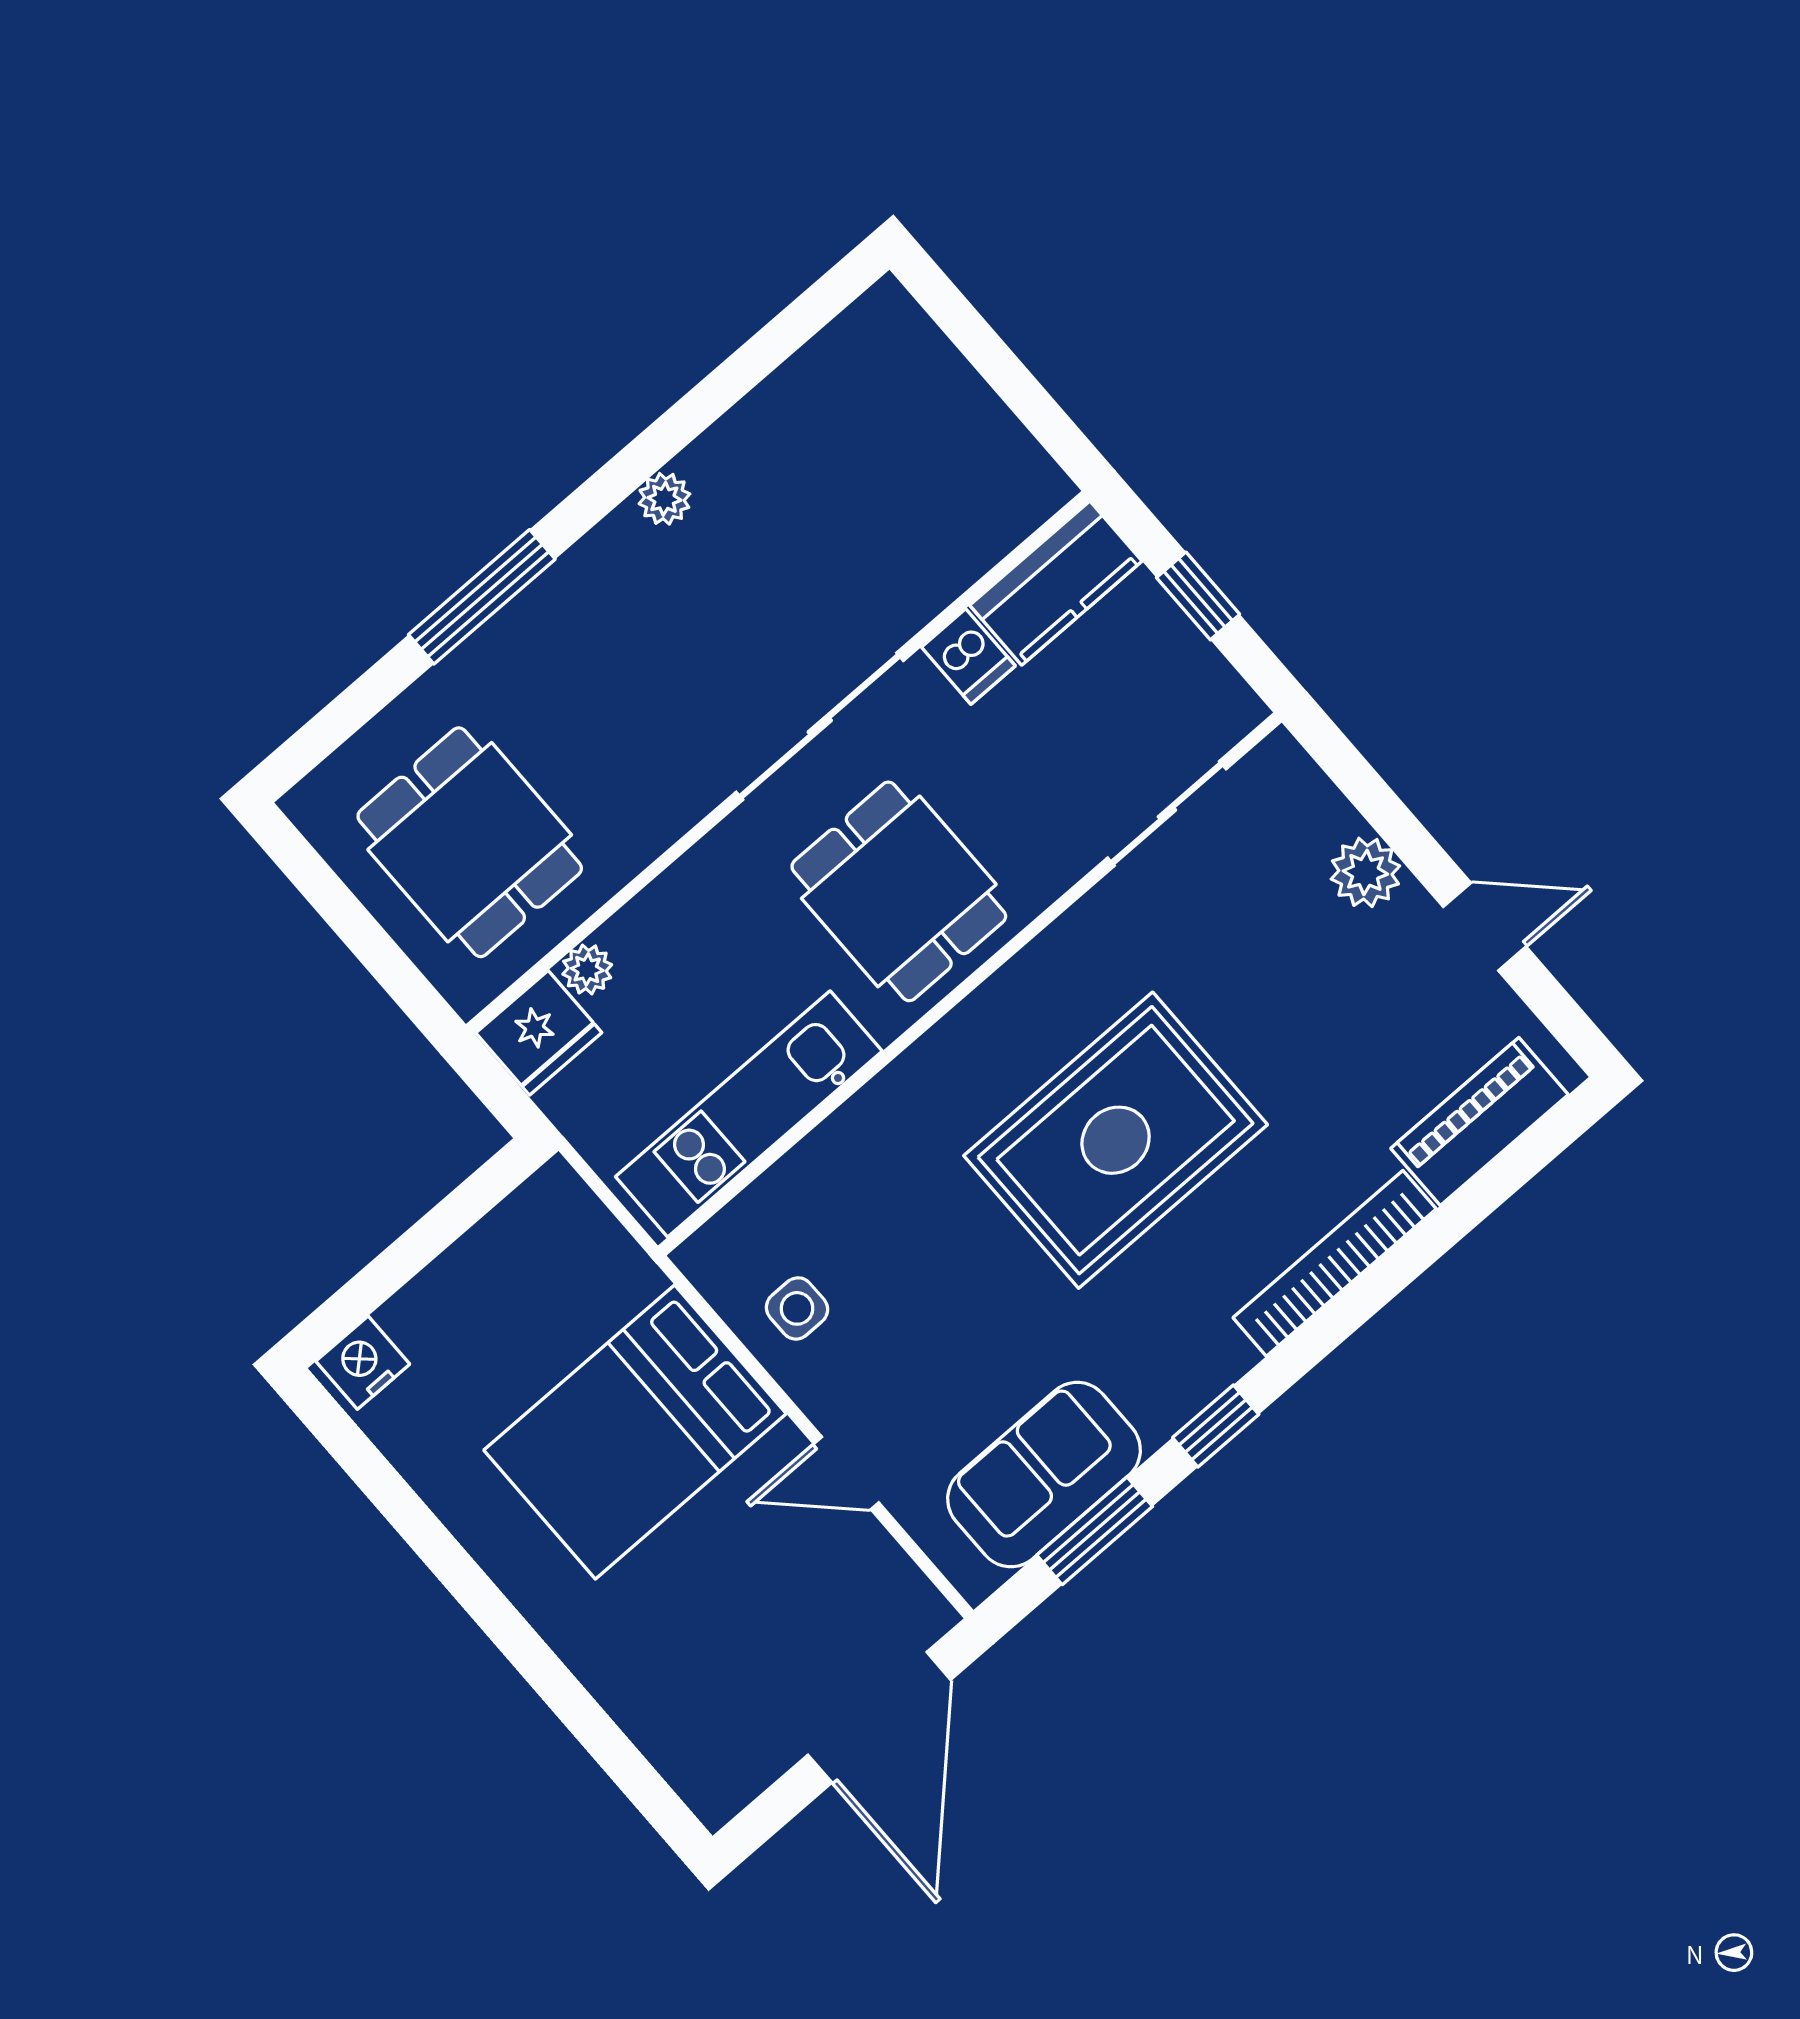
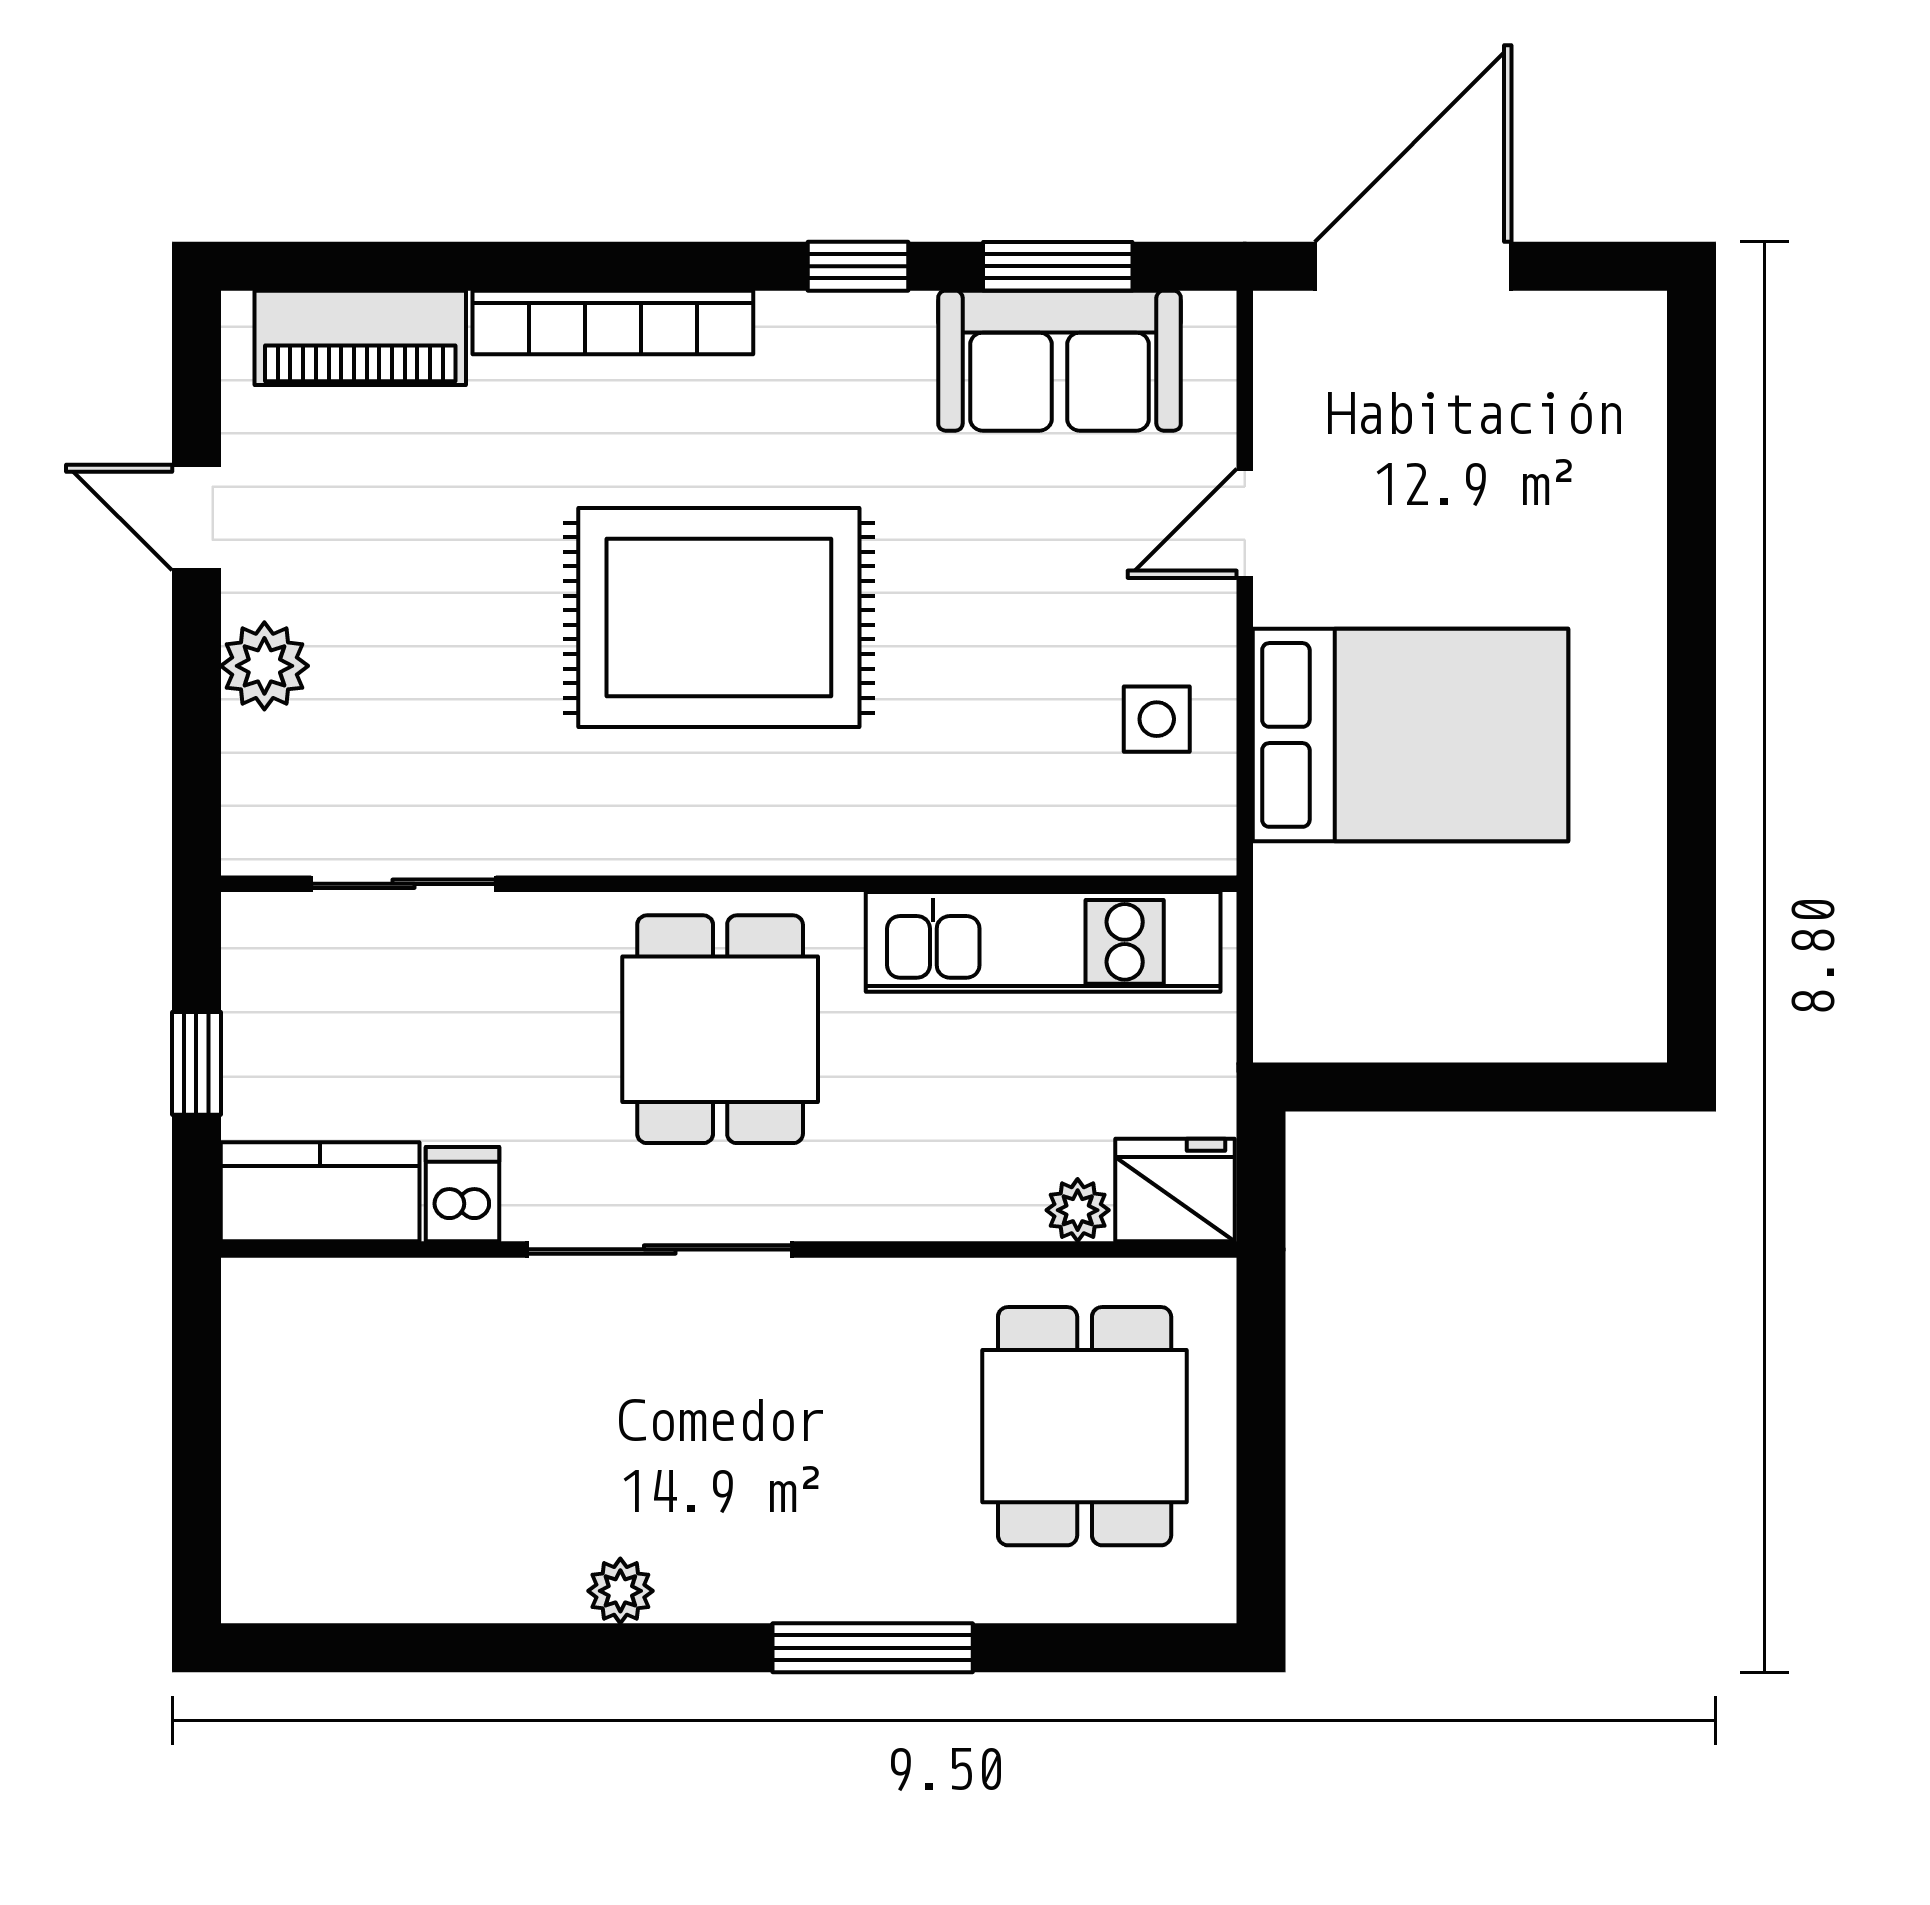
nightstand: (363, 1363) -> (1611, 1023), removed
door: (846, 1473) -> (1245, 523), swing flipped

